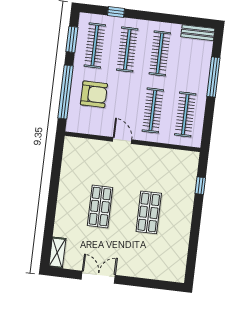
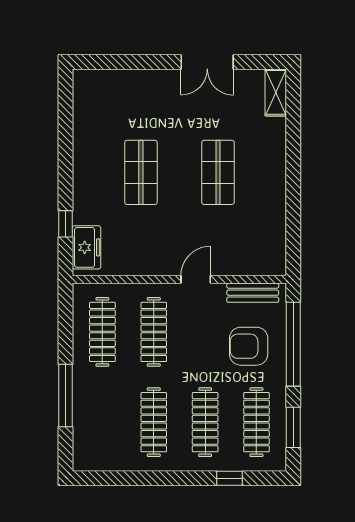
bench: (198, 33) -> (253, 293), moved
door: (122, 141) -> (196, 279), swing flipped
freezer: (189, 169) -> (87, 247), added

